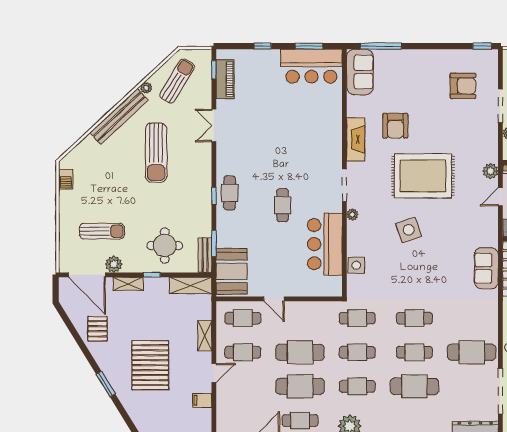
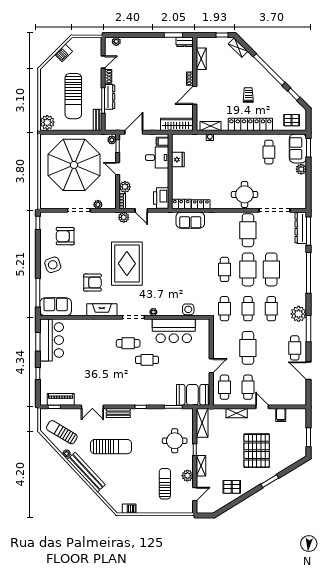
armchair: (463, 86) -> (65, 236), turned -90
cafe table: (230, 193) -> (128, 343), moved
side table: (409, 230) -> (53, 265), moved
bench: (205, 255) -> (118, 413), moved
door: (87, 275) -> (195, 494), width x0.53
cafe table: (414, 352) -> (248, 269), width x1.37, depth x1.35
pallet: (150, 365) -> (257, 451), turned 90
cafe table: (300, 386) -> (271, 348), removed

